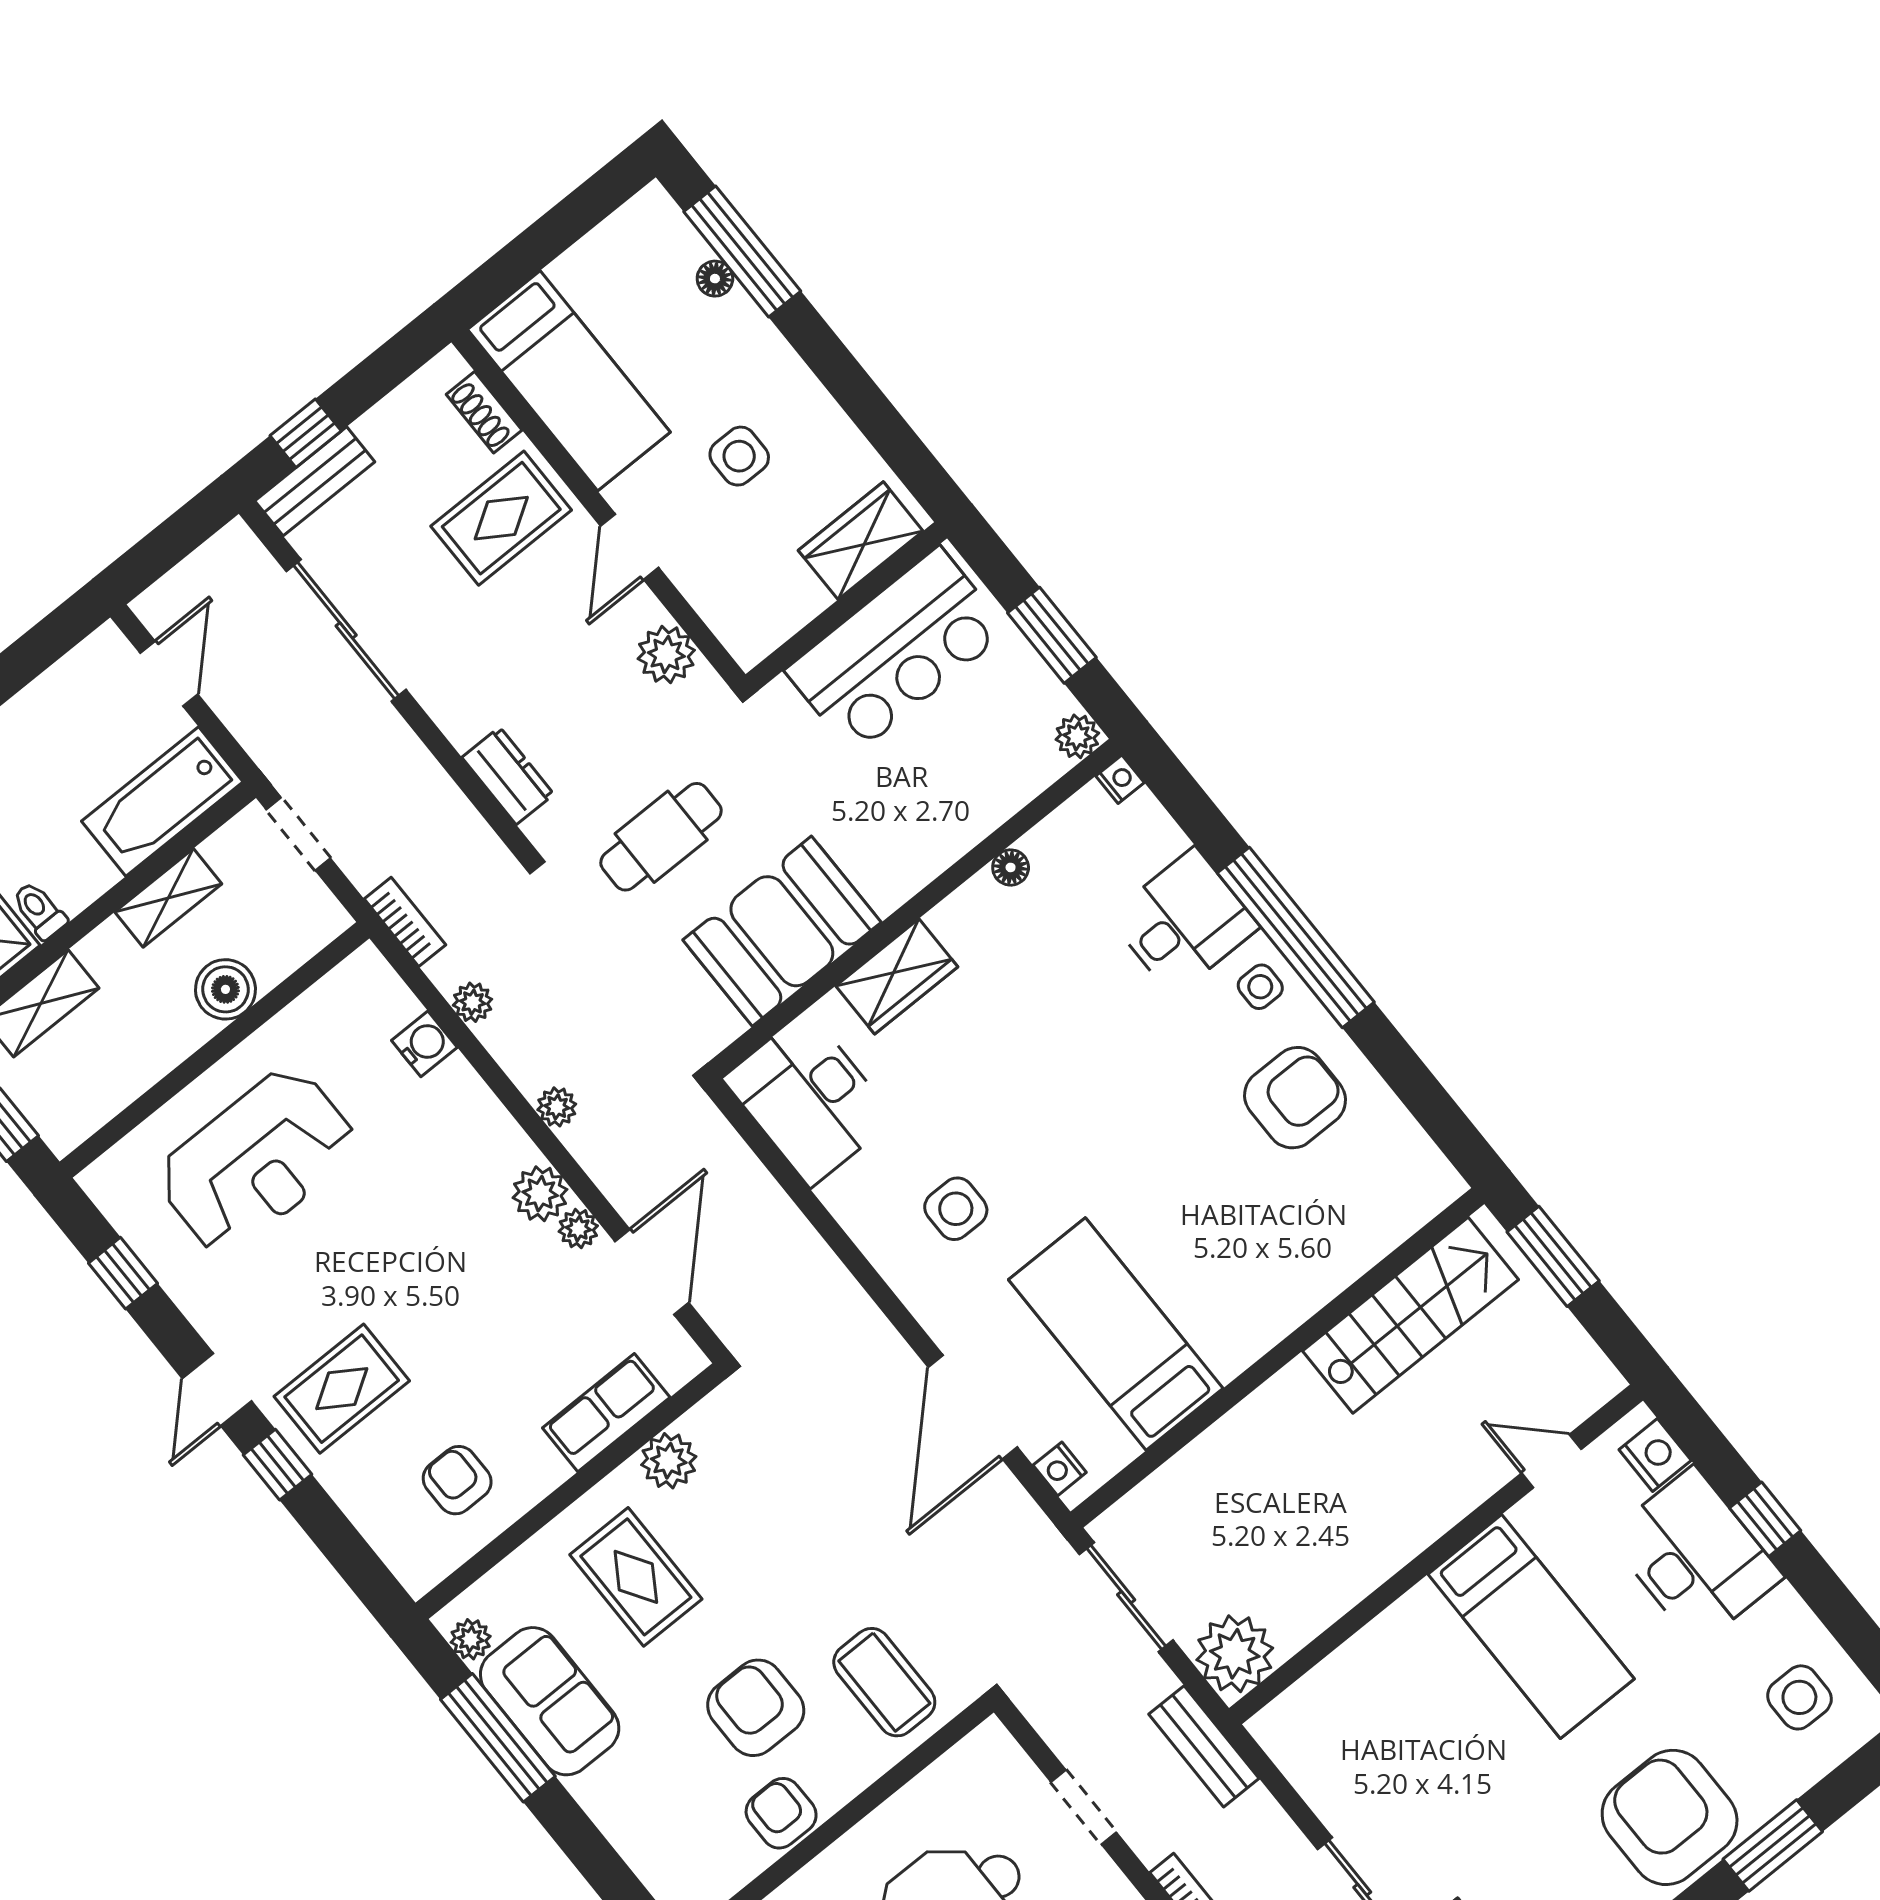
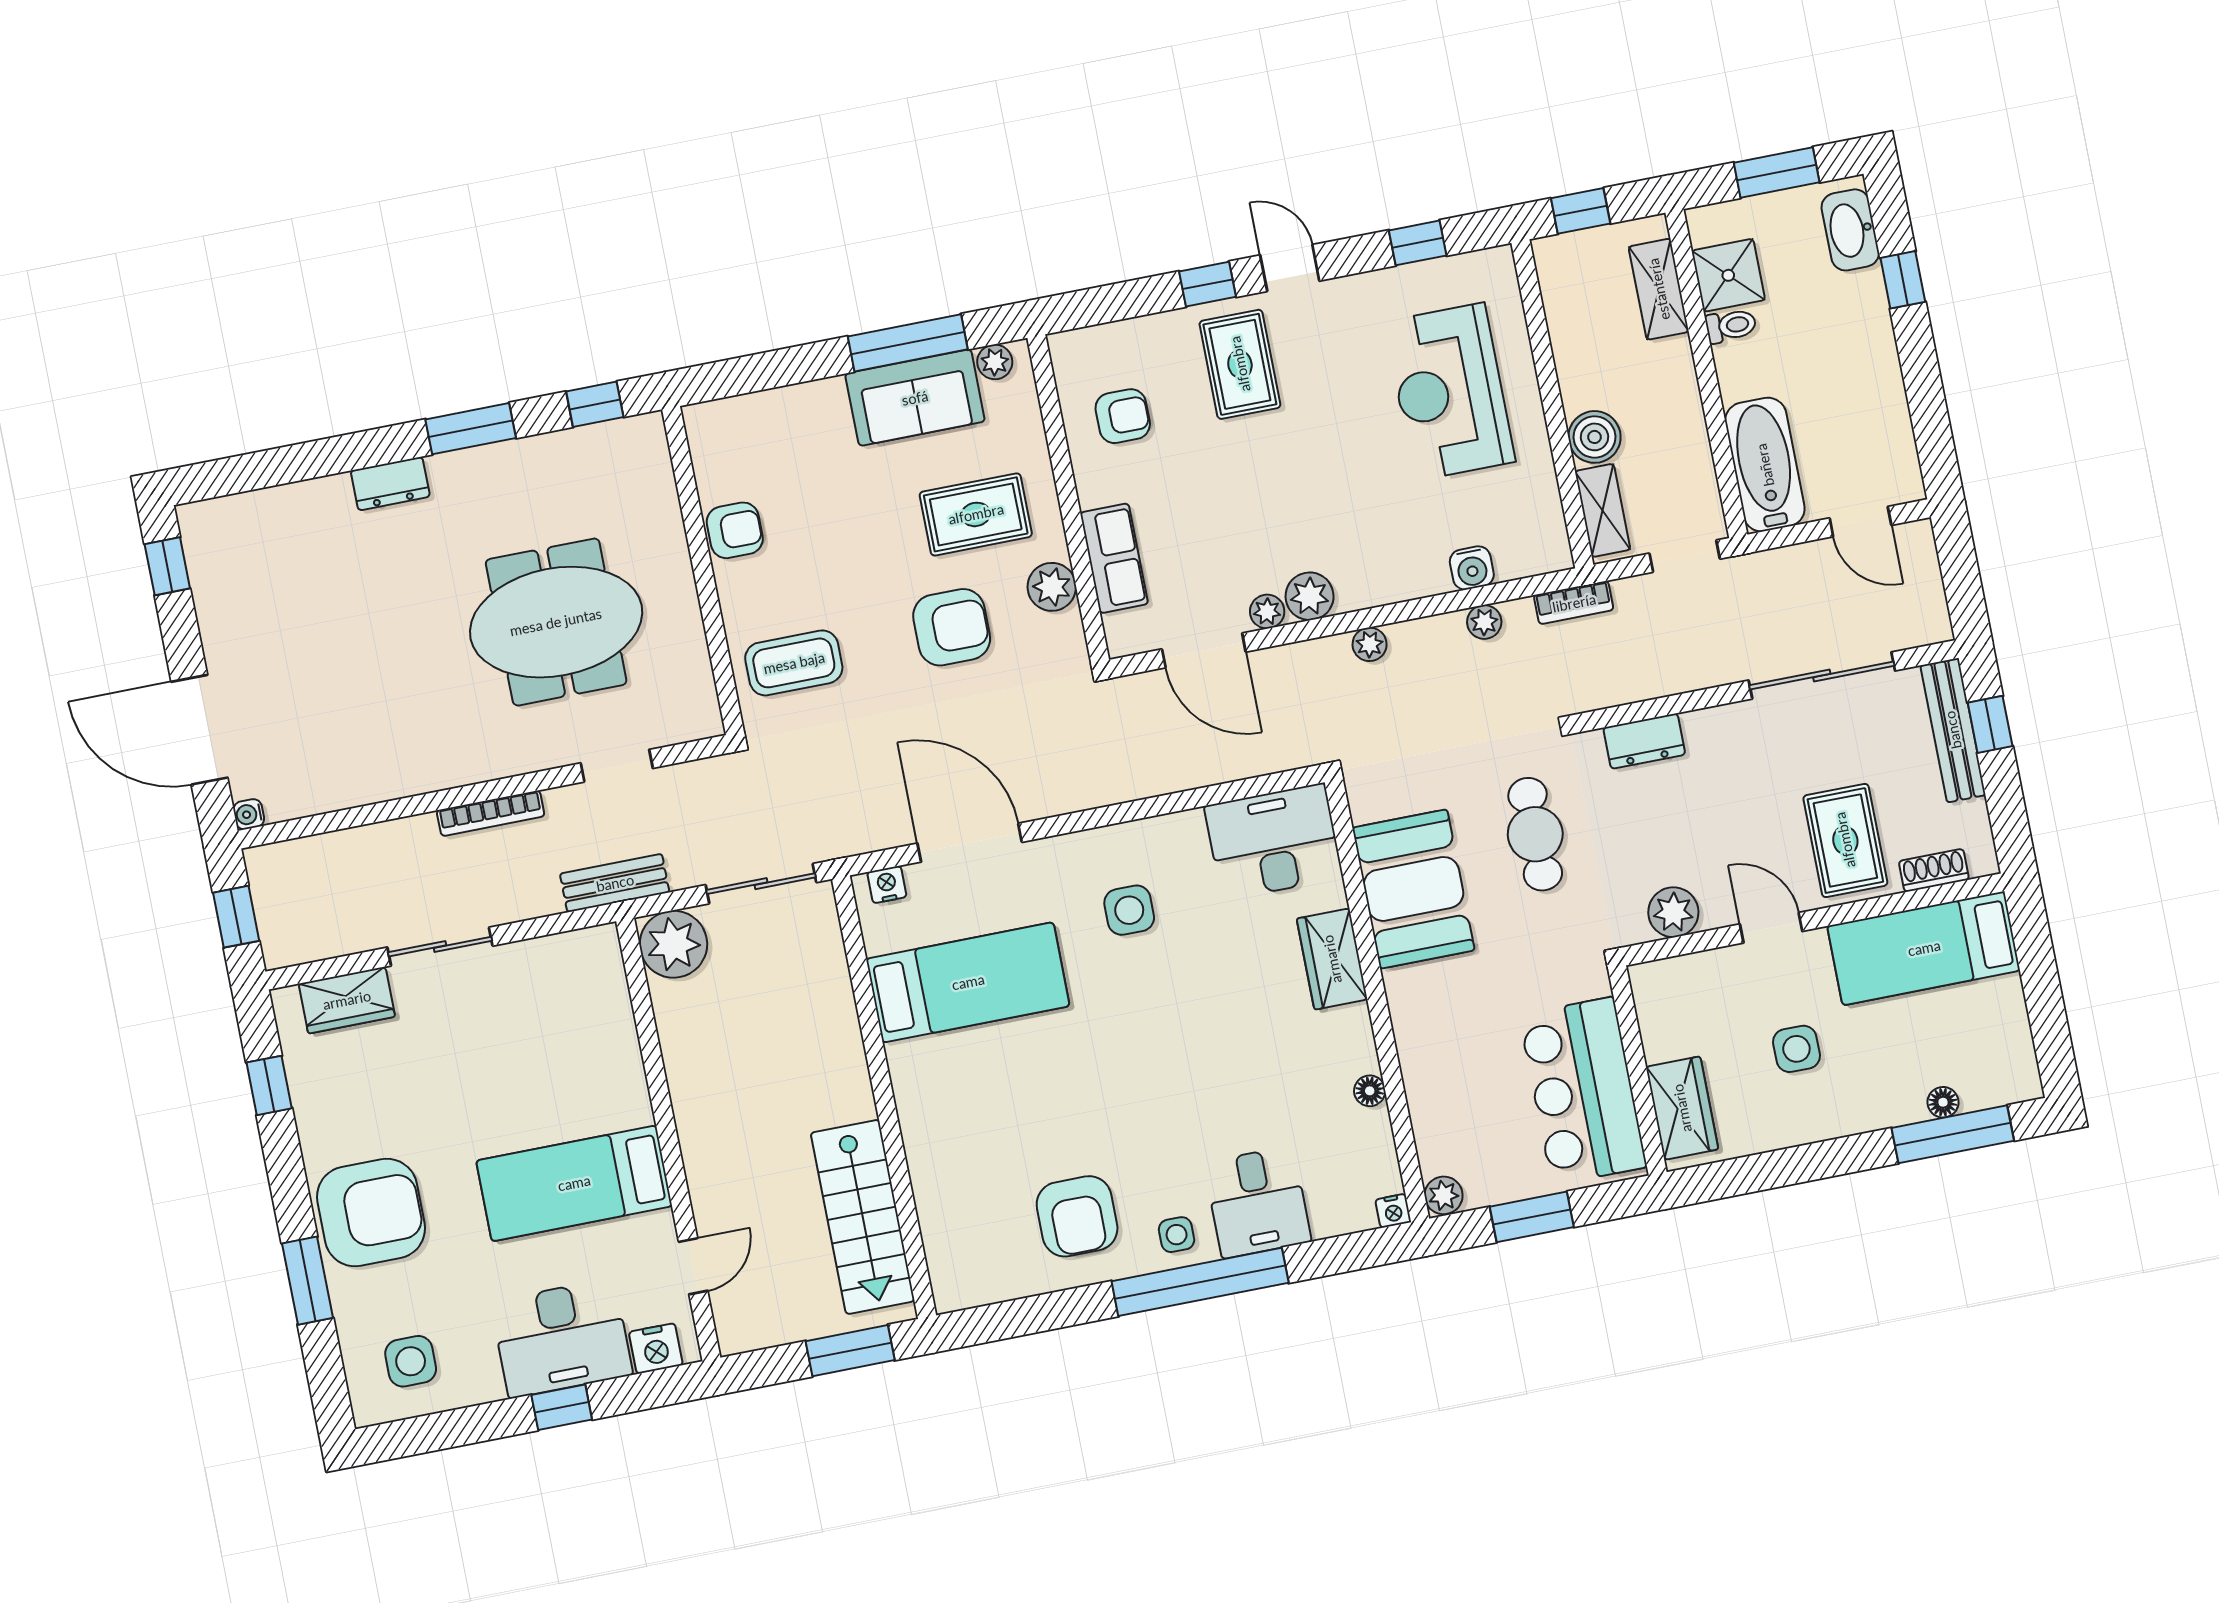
bench: (315, 481) -> (1953, 730), width x1.36
shelving: (168, 898) -> (1603, 510), moved
armchair: (756, 1708) -> (952, 627), moved

